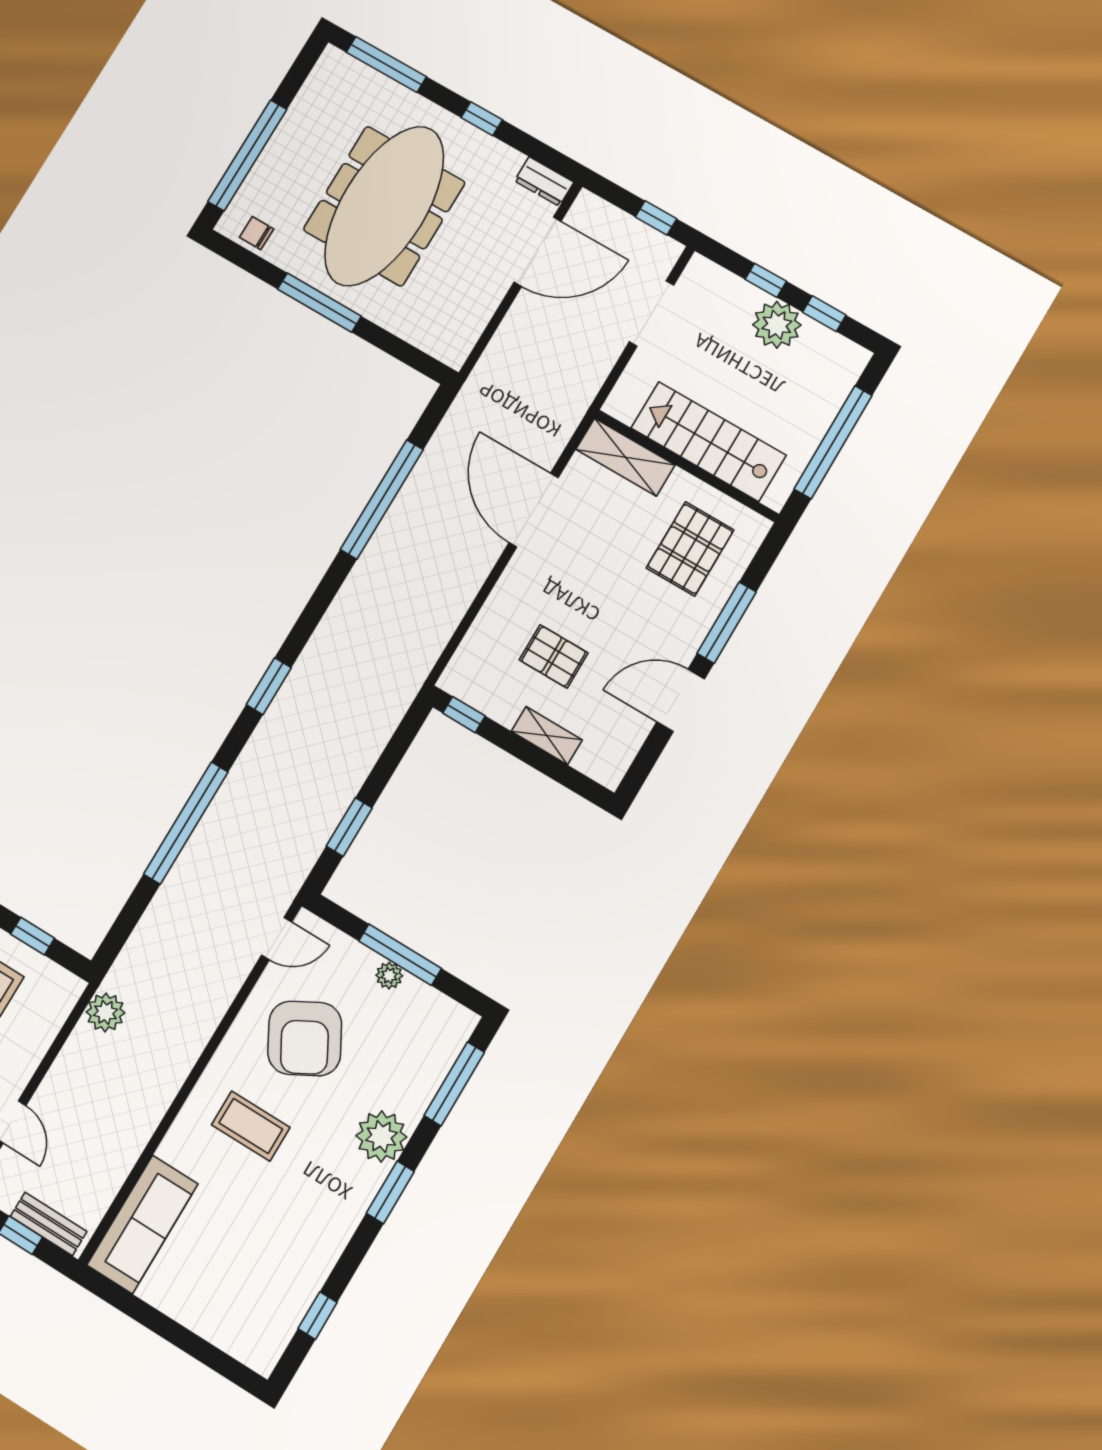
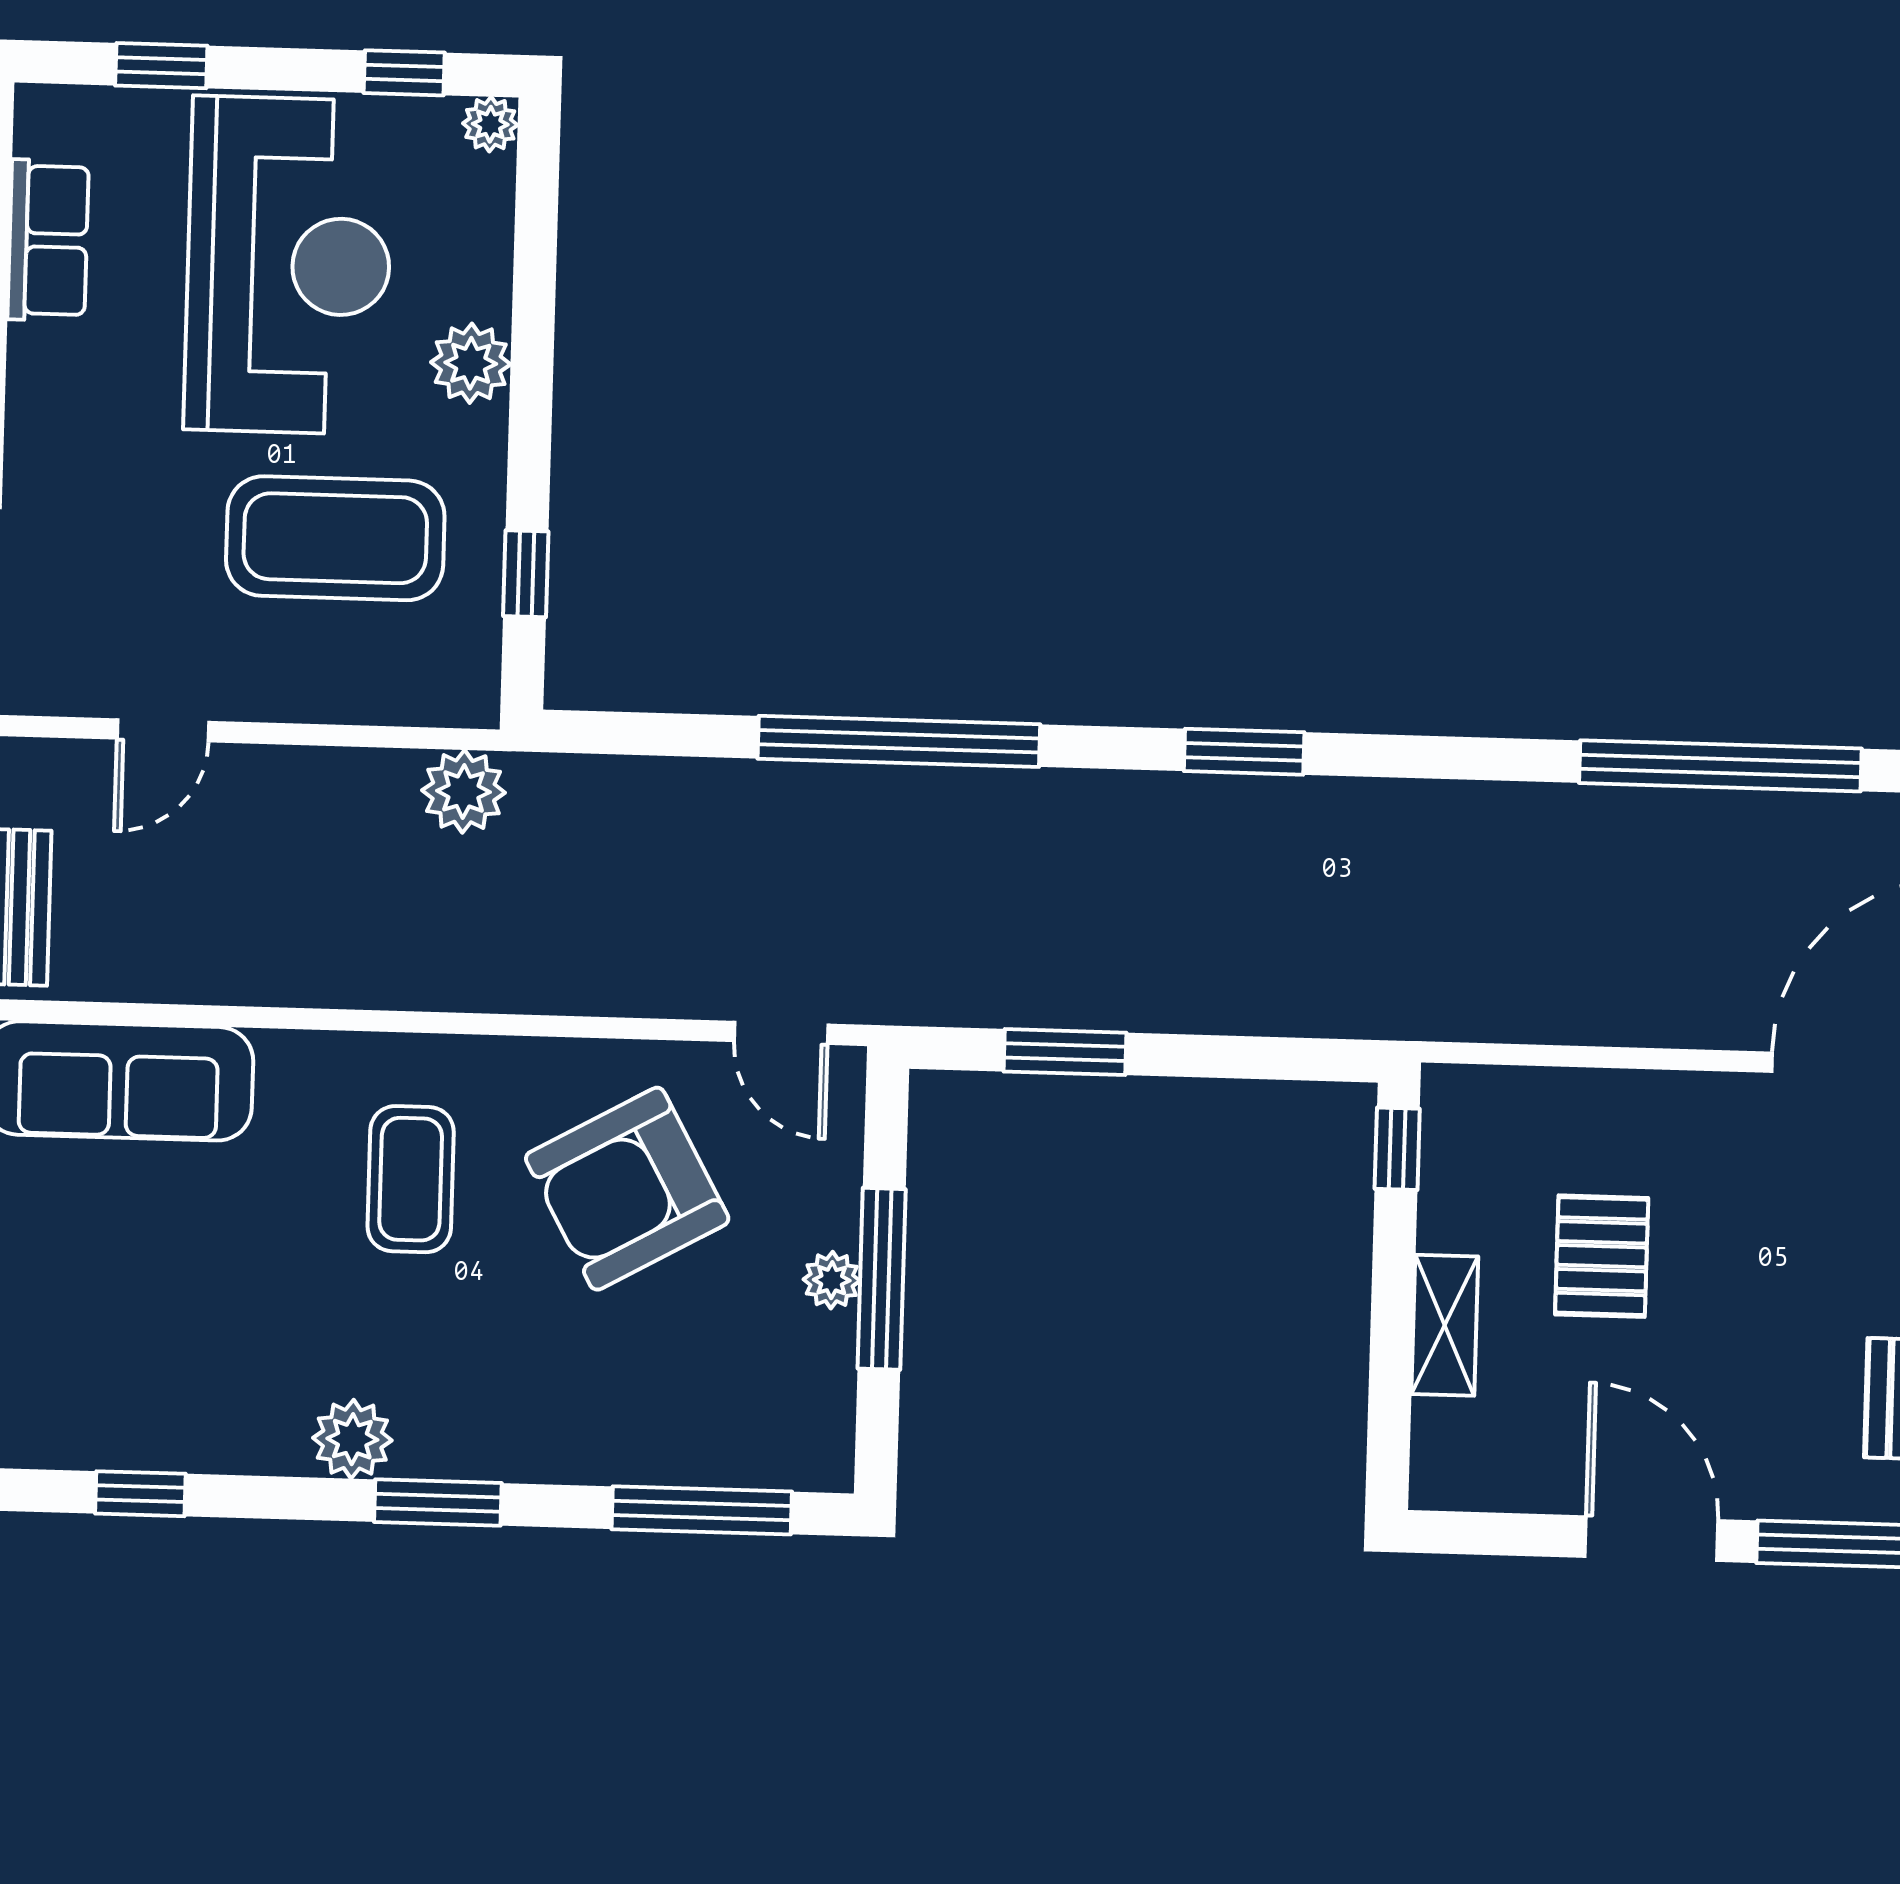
plant: (381, 1136) -> (352, 1439), moved, width x0.73, depth x0.73

